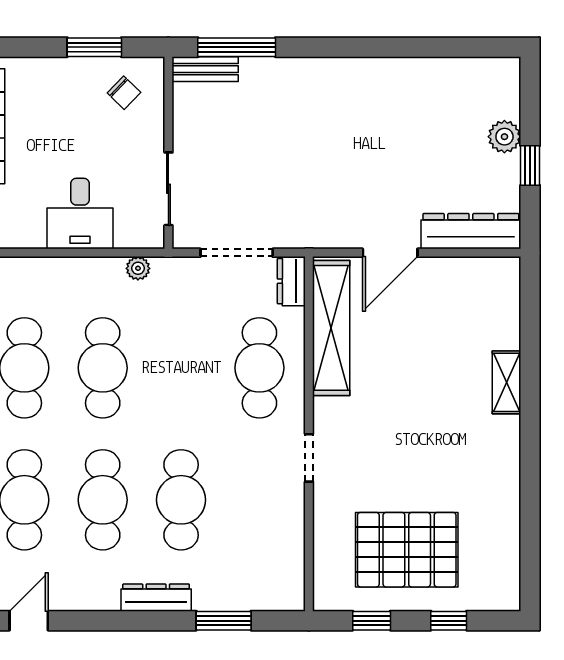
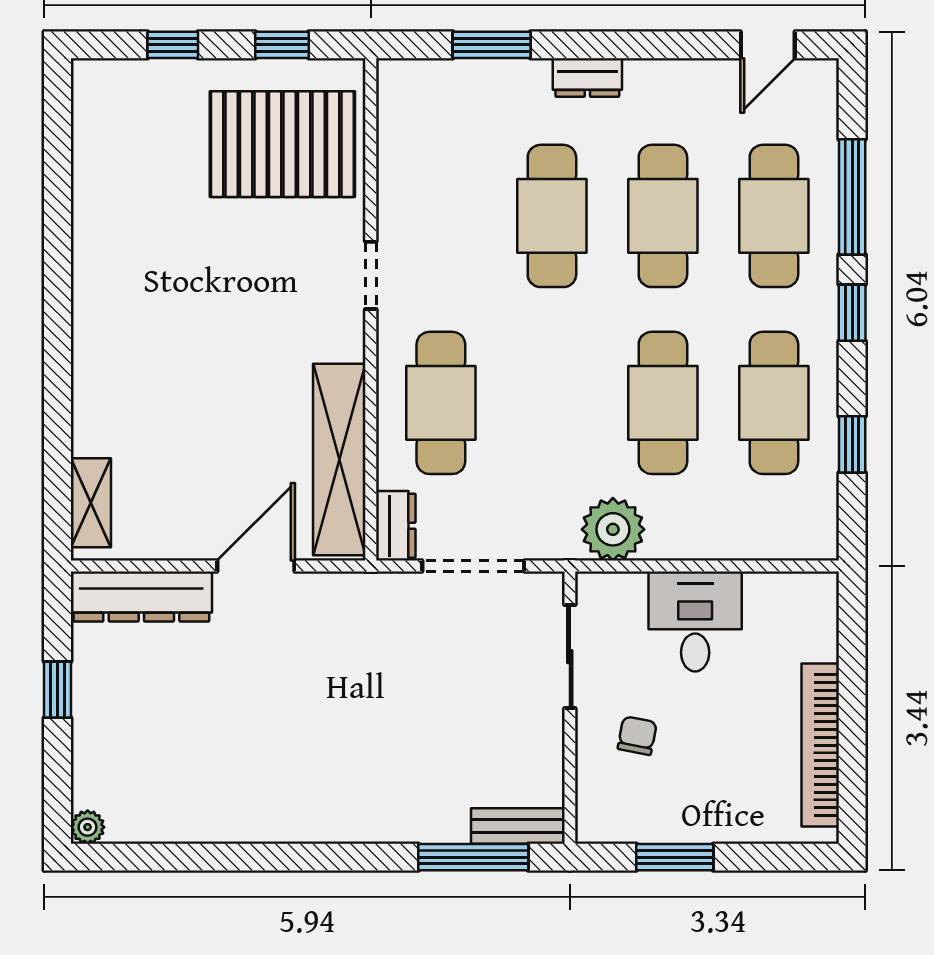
chair: (124, 93) -> (637, 736), moved, turned 57
plant: (504, 137) -> (88, 827), moved, width x0.73, depth x0.73
plant: (138, 268) -> (613, 529), width x1.87, depth x1.87
shelving: (507, 382) -> (91, 503), moved
pallet: (407, 550) -> (282, 144), moved
dresser: (156, 598) -> (587, 78), width x0.70

